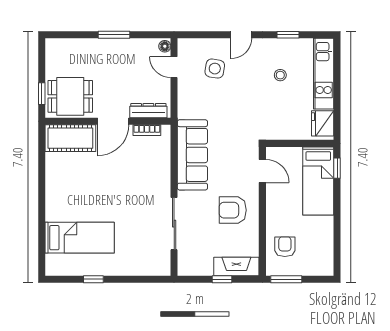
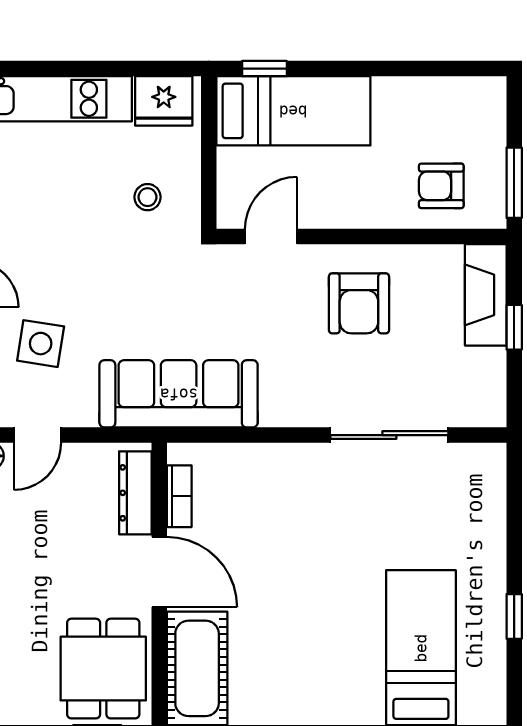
stool: (280, 75) -> (148, 197), moved
sofa: (192, 155) -> (179, 394), moved

